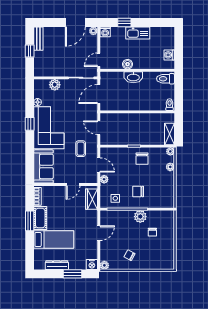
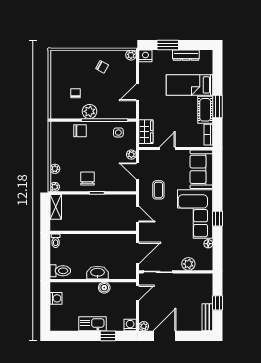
chair: (138, 191) -> (80, 131), moved

